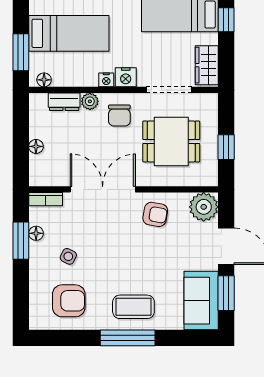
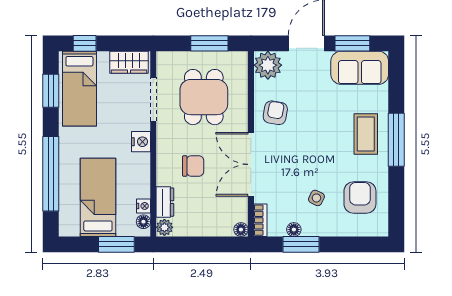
nightstand: (106, 80) -> (144, 206), moved
plant: (90, 101) -> (164, 227), moved
chair: (119, 116) -> (193, 166), moved
floor lamp: (36, 146) -> (241, 230), moved
window: (226, 147) -> (209, 43), width x1.50

